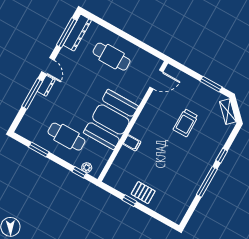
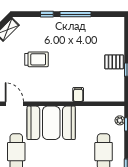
booth: (111, 119) -> (51, 123), moved
pallet: (143, 193) -> (114, 62), turned 90

